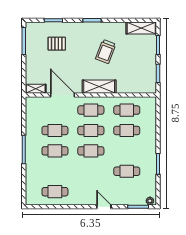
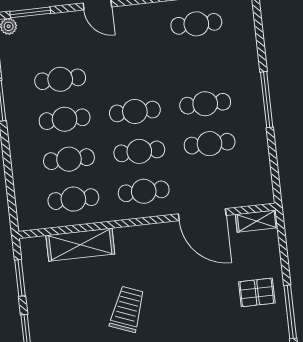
pallet: (57, 44) -> (257, 292), moved
shelving: (99, 87) -> (80, 245), moved
cafe table: (127, 151) -> (65, 119), added

